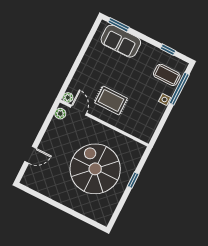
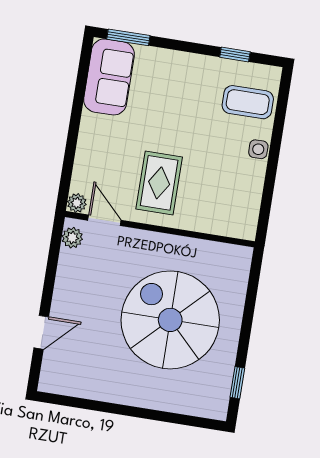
sofa: (121, 41) -> (109, 77), moved, turned -90
window: (179, 89) -> (279, 121), removed
rug: (111, 100) -> (159, 183), turned 90
window: (133, 180) -> (237, 383), moved

